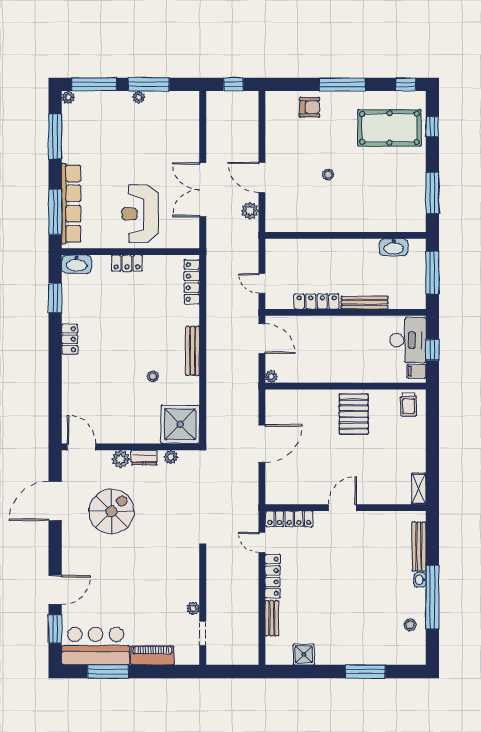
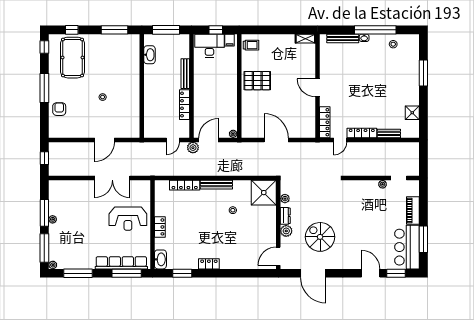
plant: (250, 211) -> (193, 148), moved
locker: (192, 282) -> (185, 185), moved

